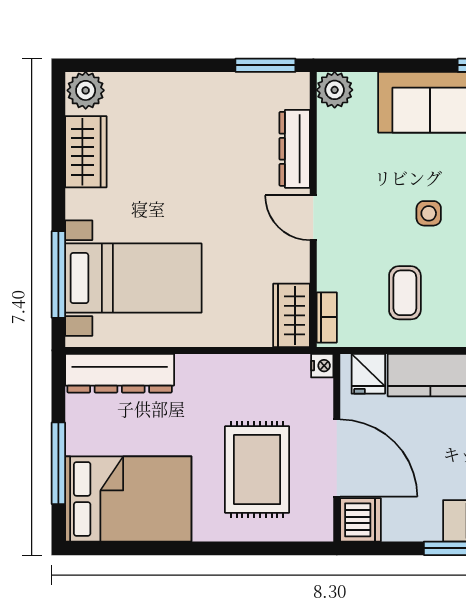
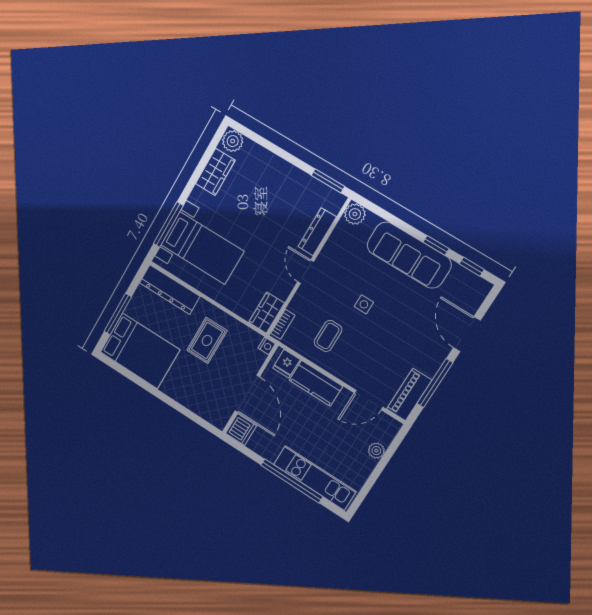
rug: (257, 470) -> (207, 340), moved, width x0.73, depth x0.70

